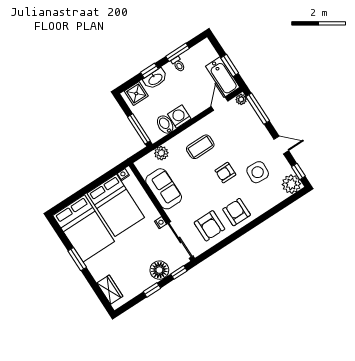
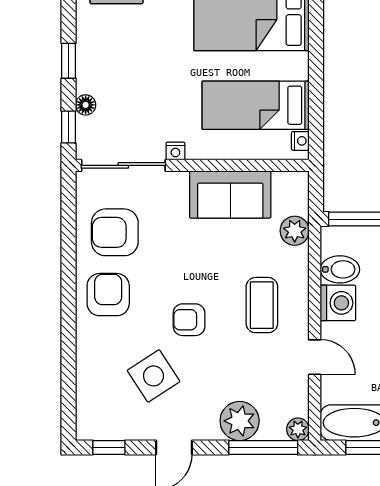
door: (219, 104) -> (315, 357), moved
side table: (258, 172) -> (154, 376), turned -37
armchair: (225, 173) -> (189, 320), turned -90
plant: (291, 184) -> (240, 421), moved
bed: (116, 205) -> (256, 105), width x0.67
armchair: (237, 212) -> (108, 295), turned -90
floor lamp: (159, 270) -> (86, 105), width x0.53, depth x0.53

